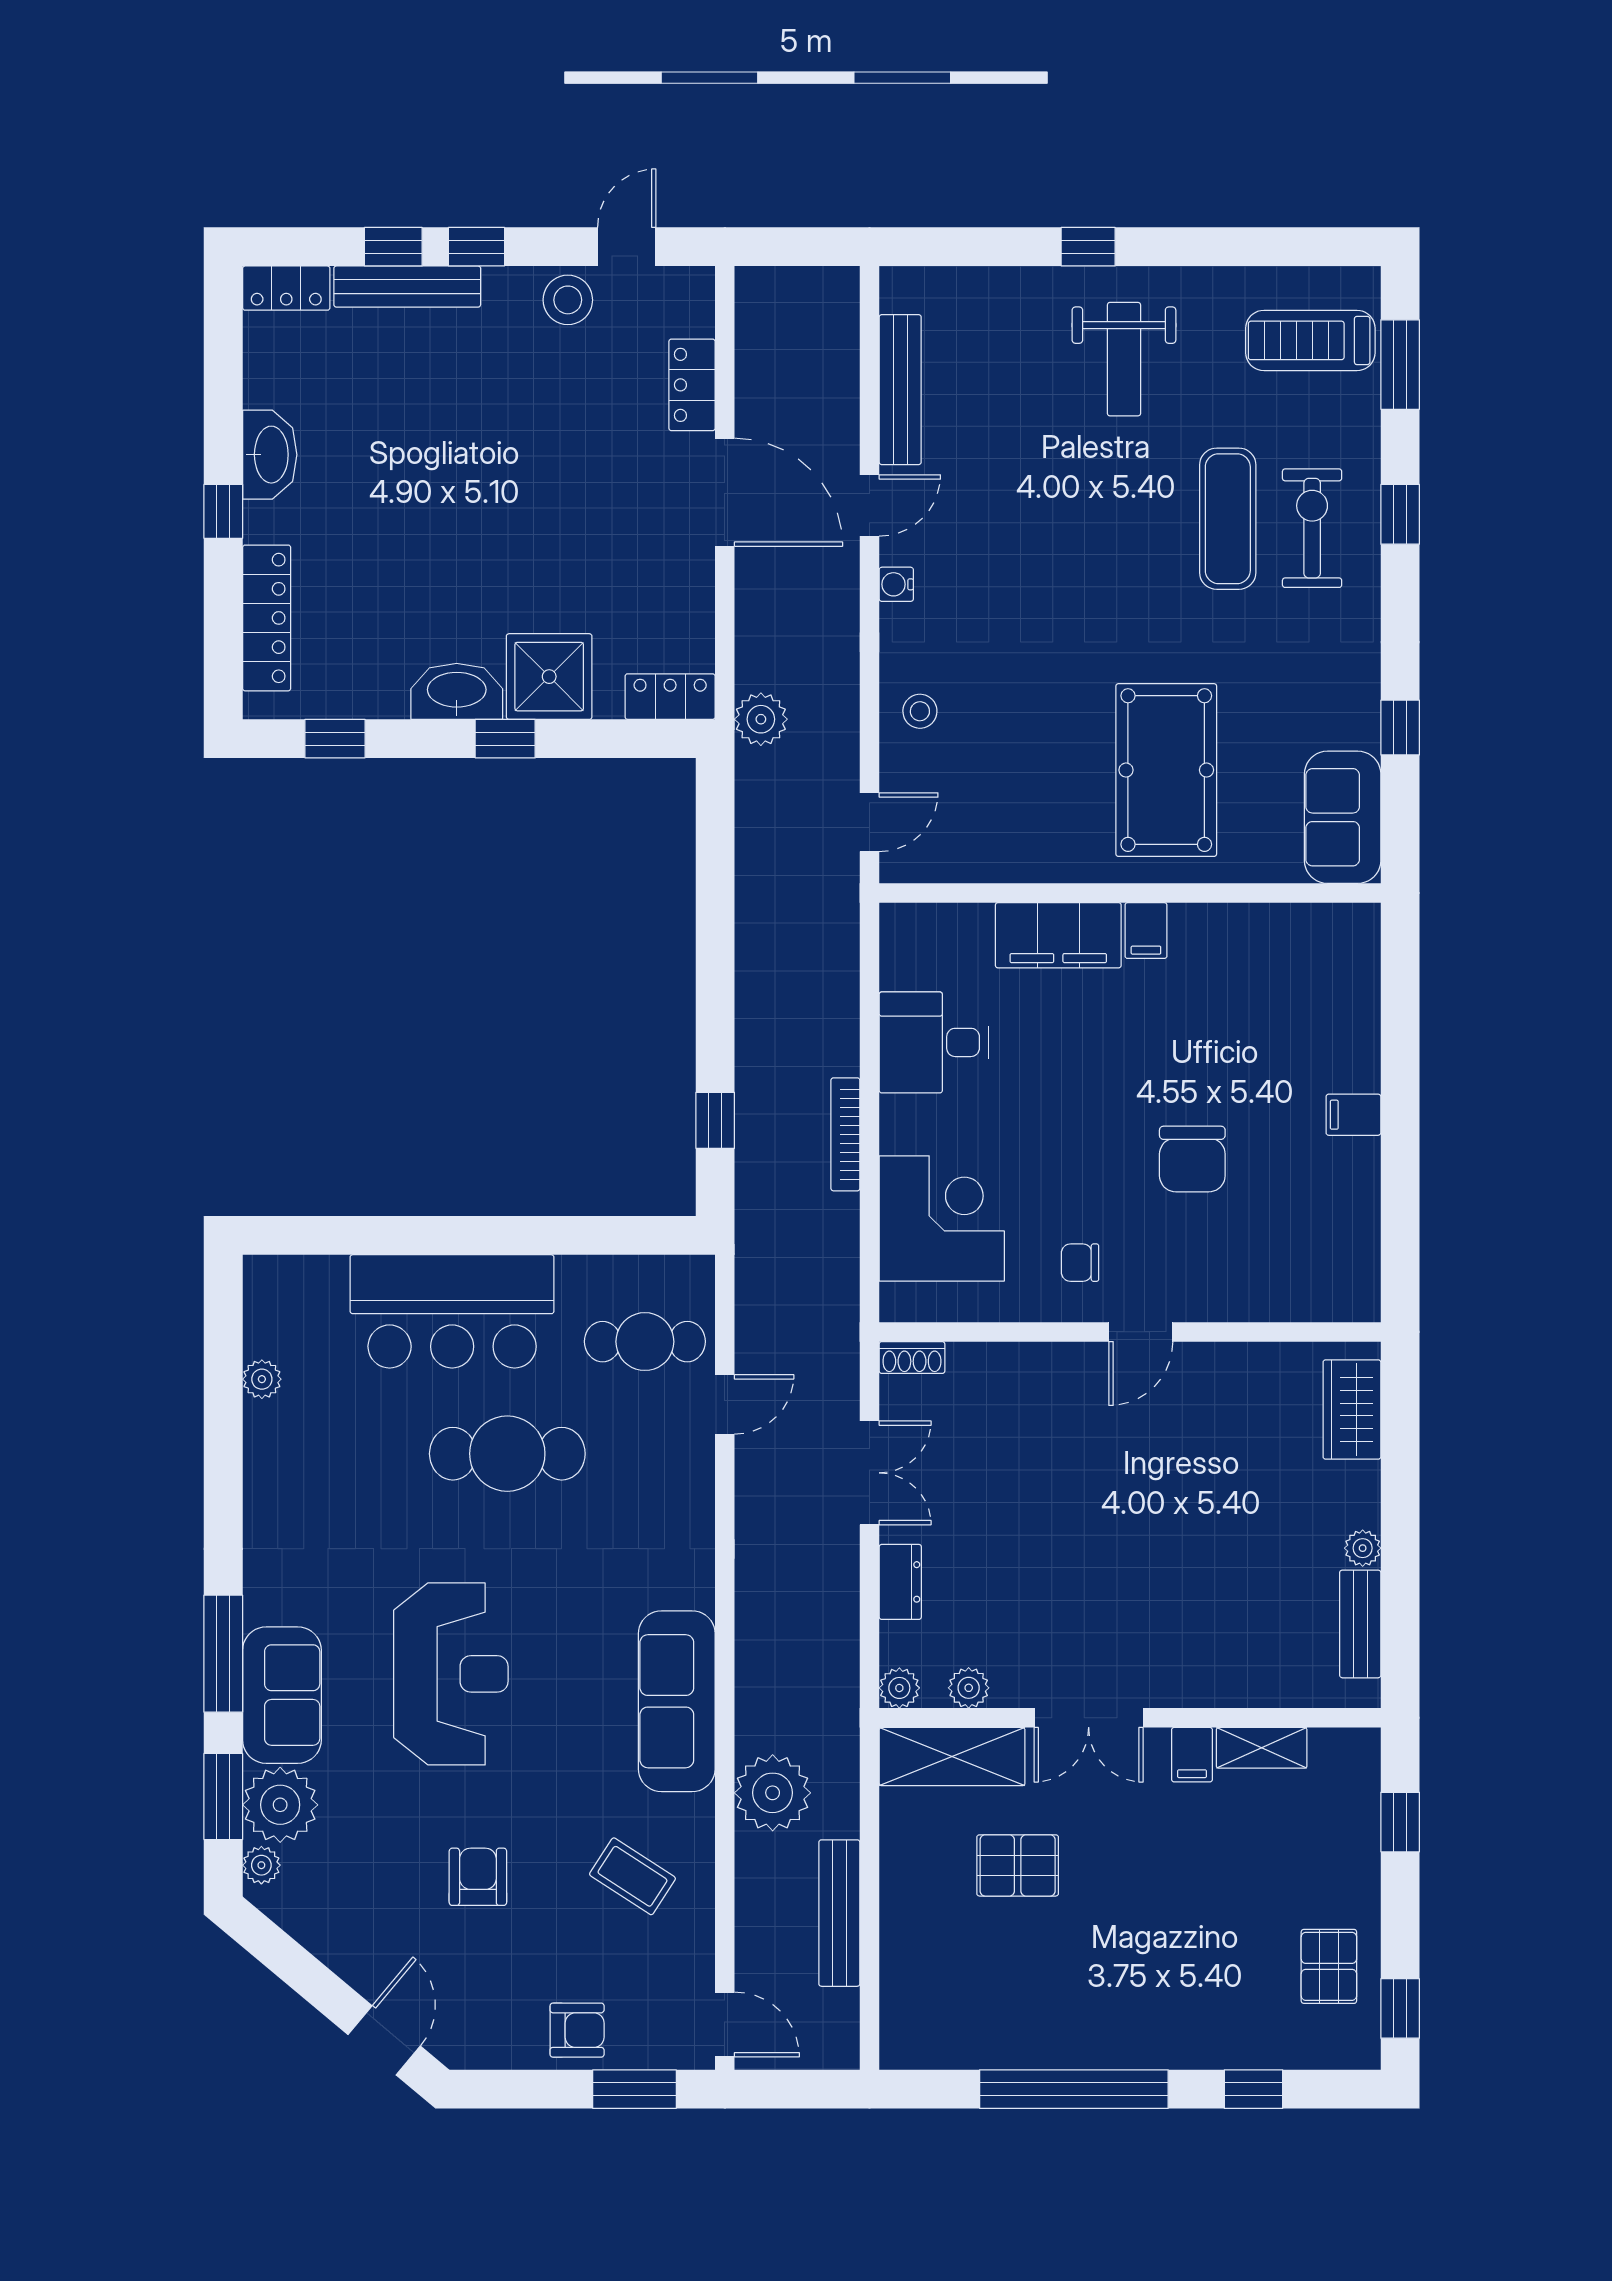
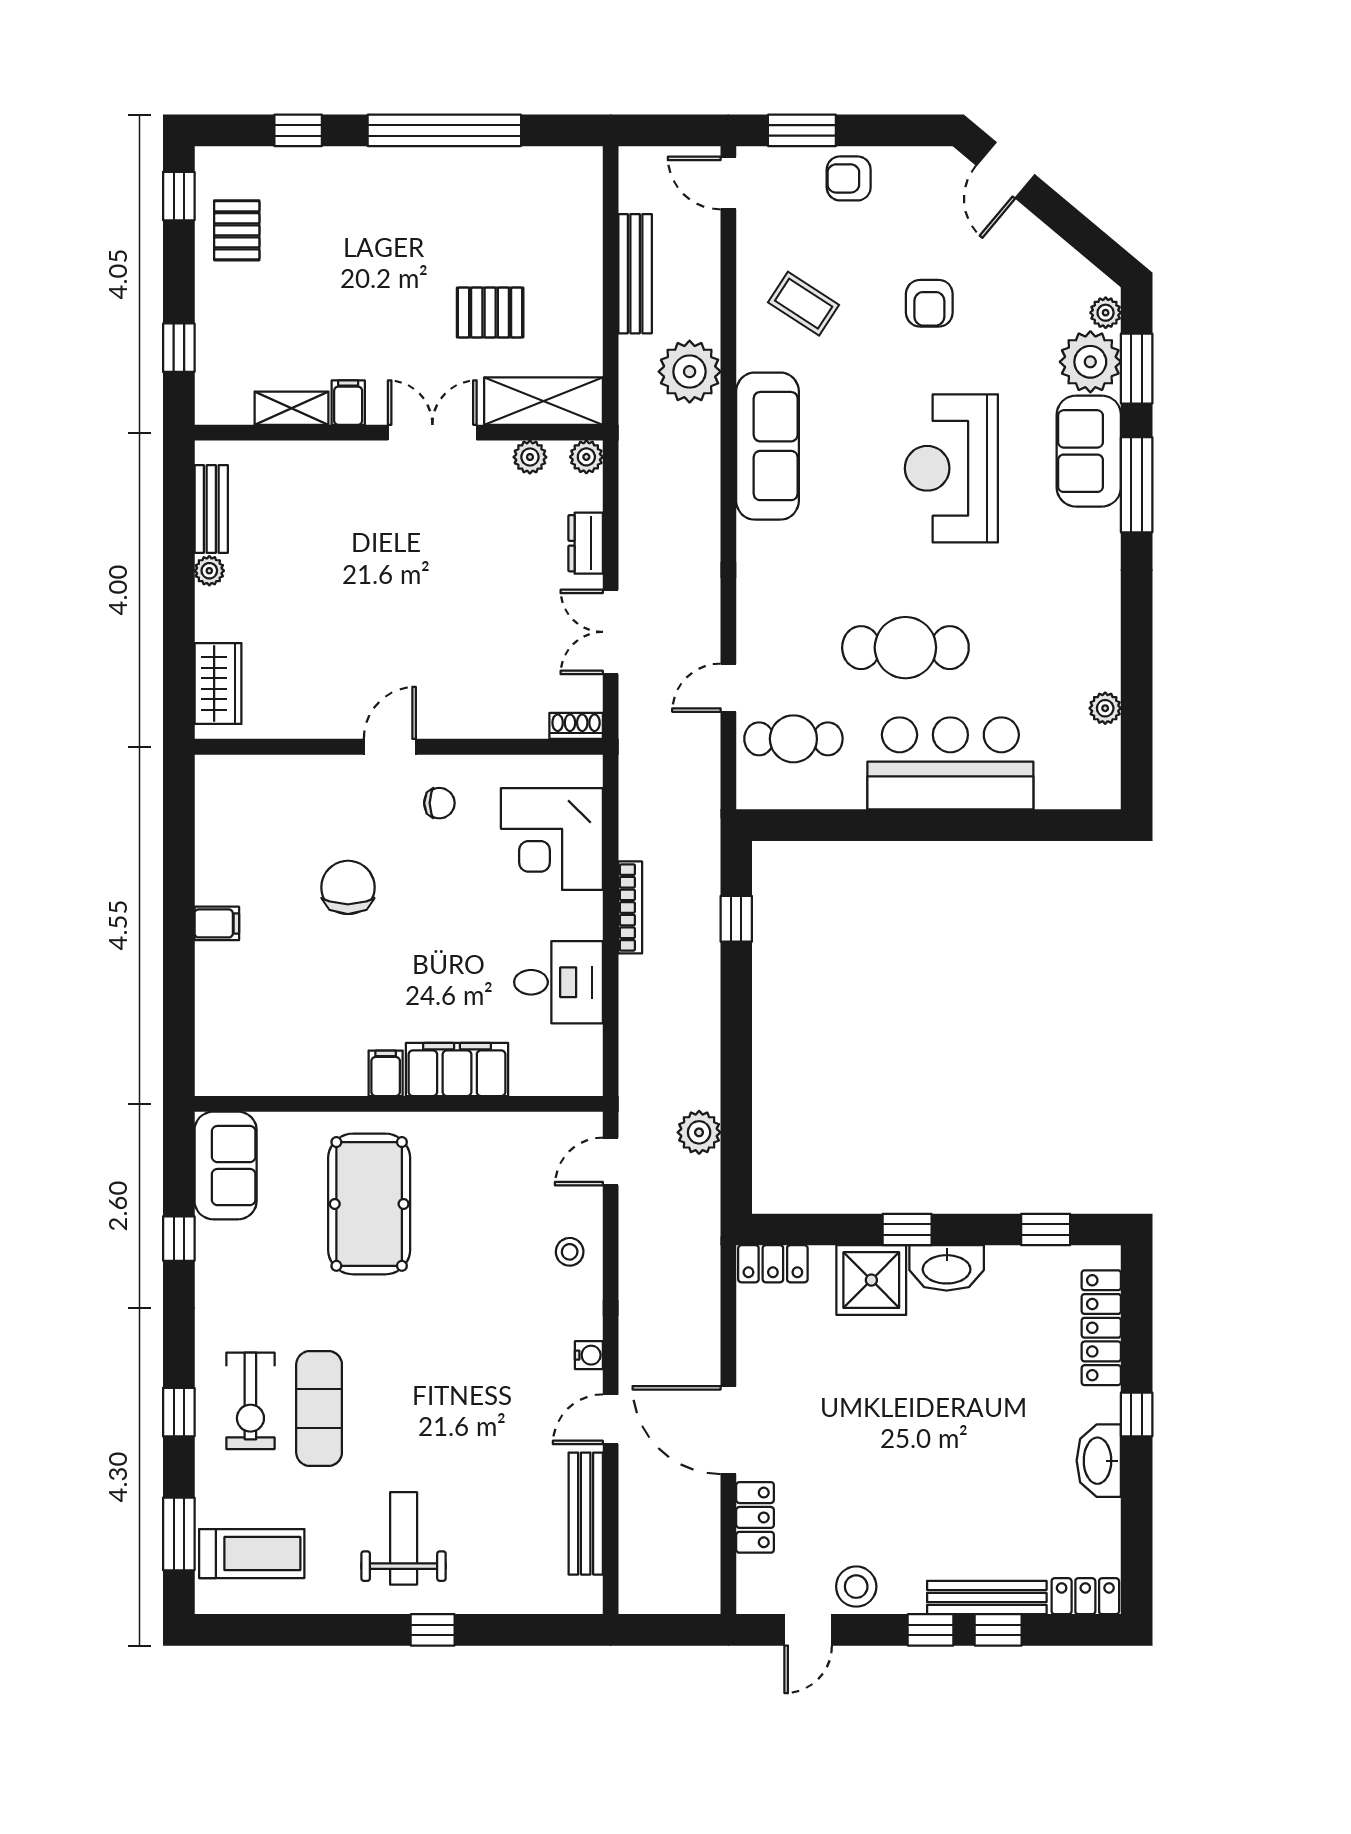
plant: (761, 719) -> (699, 1132), moved

